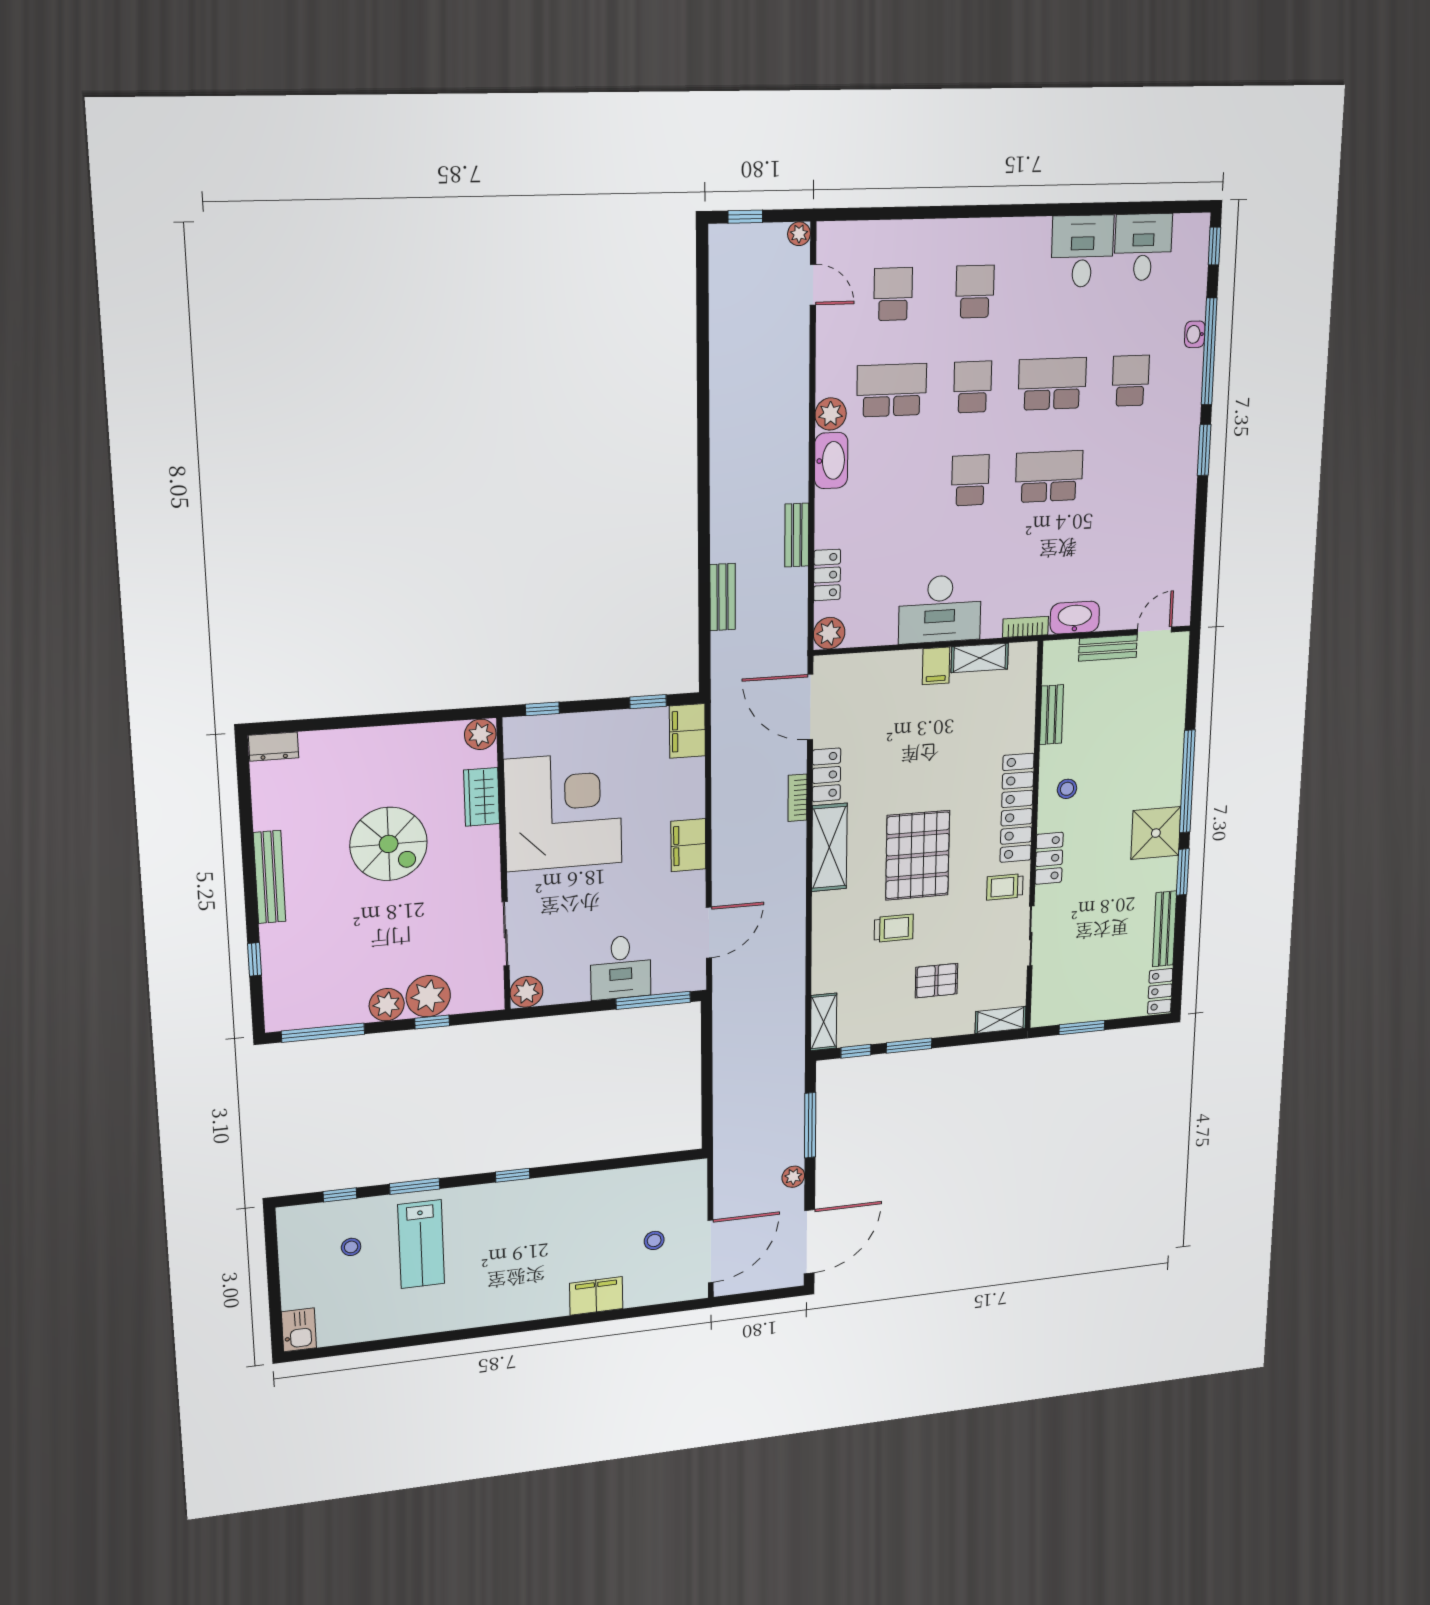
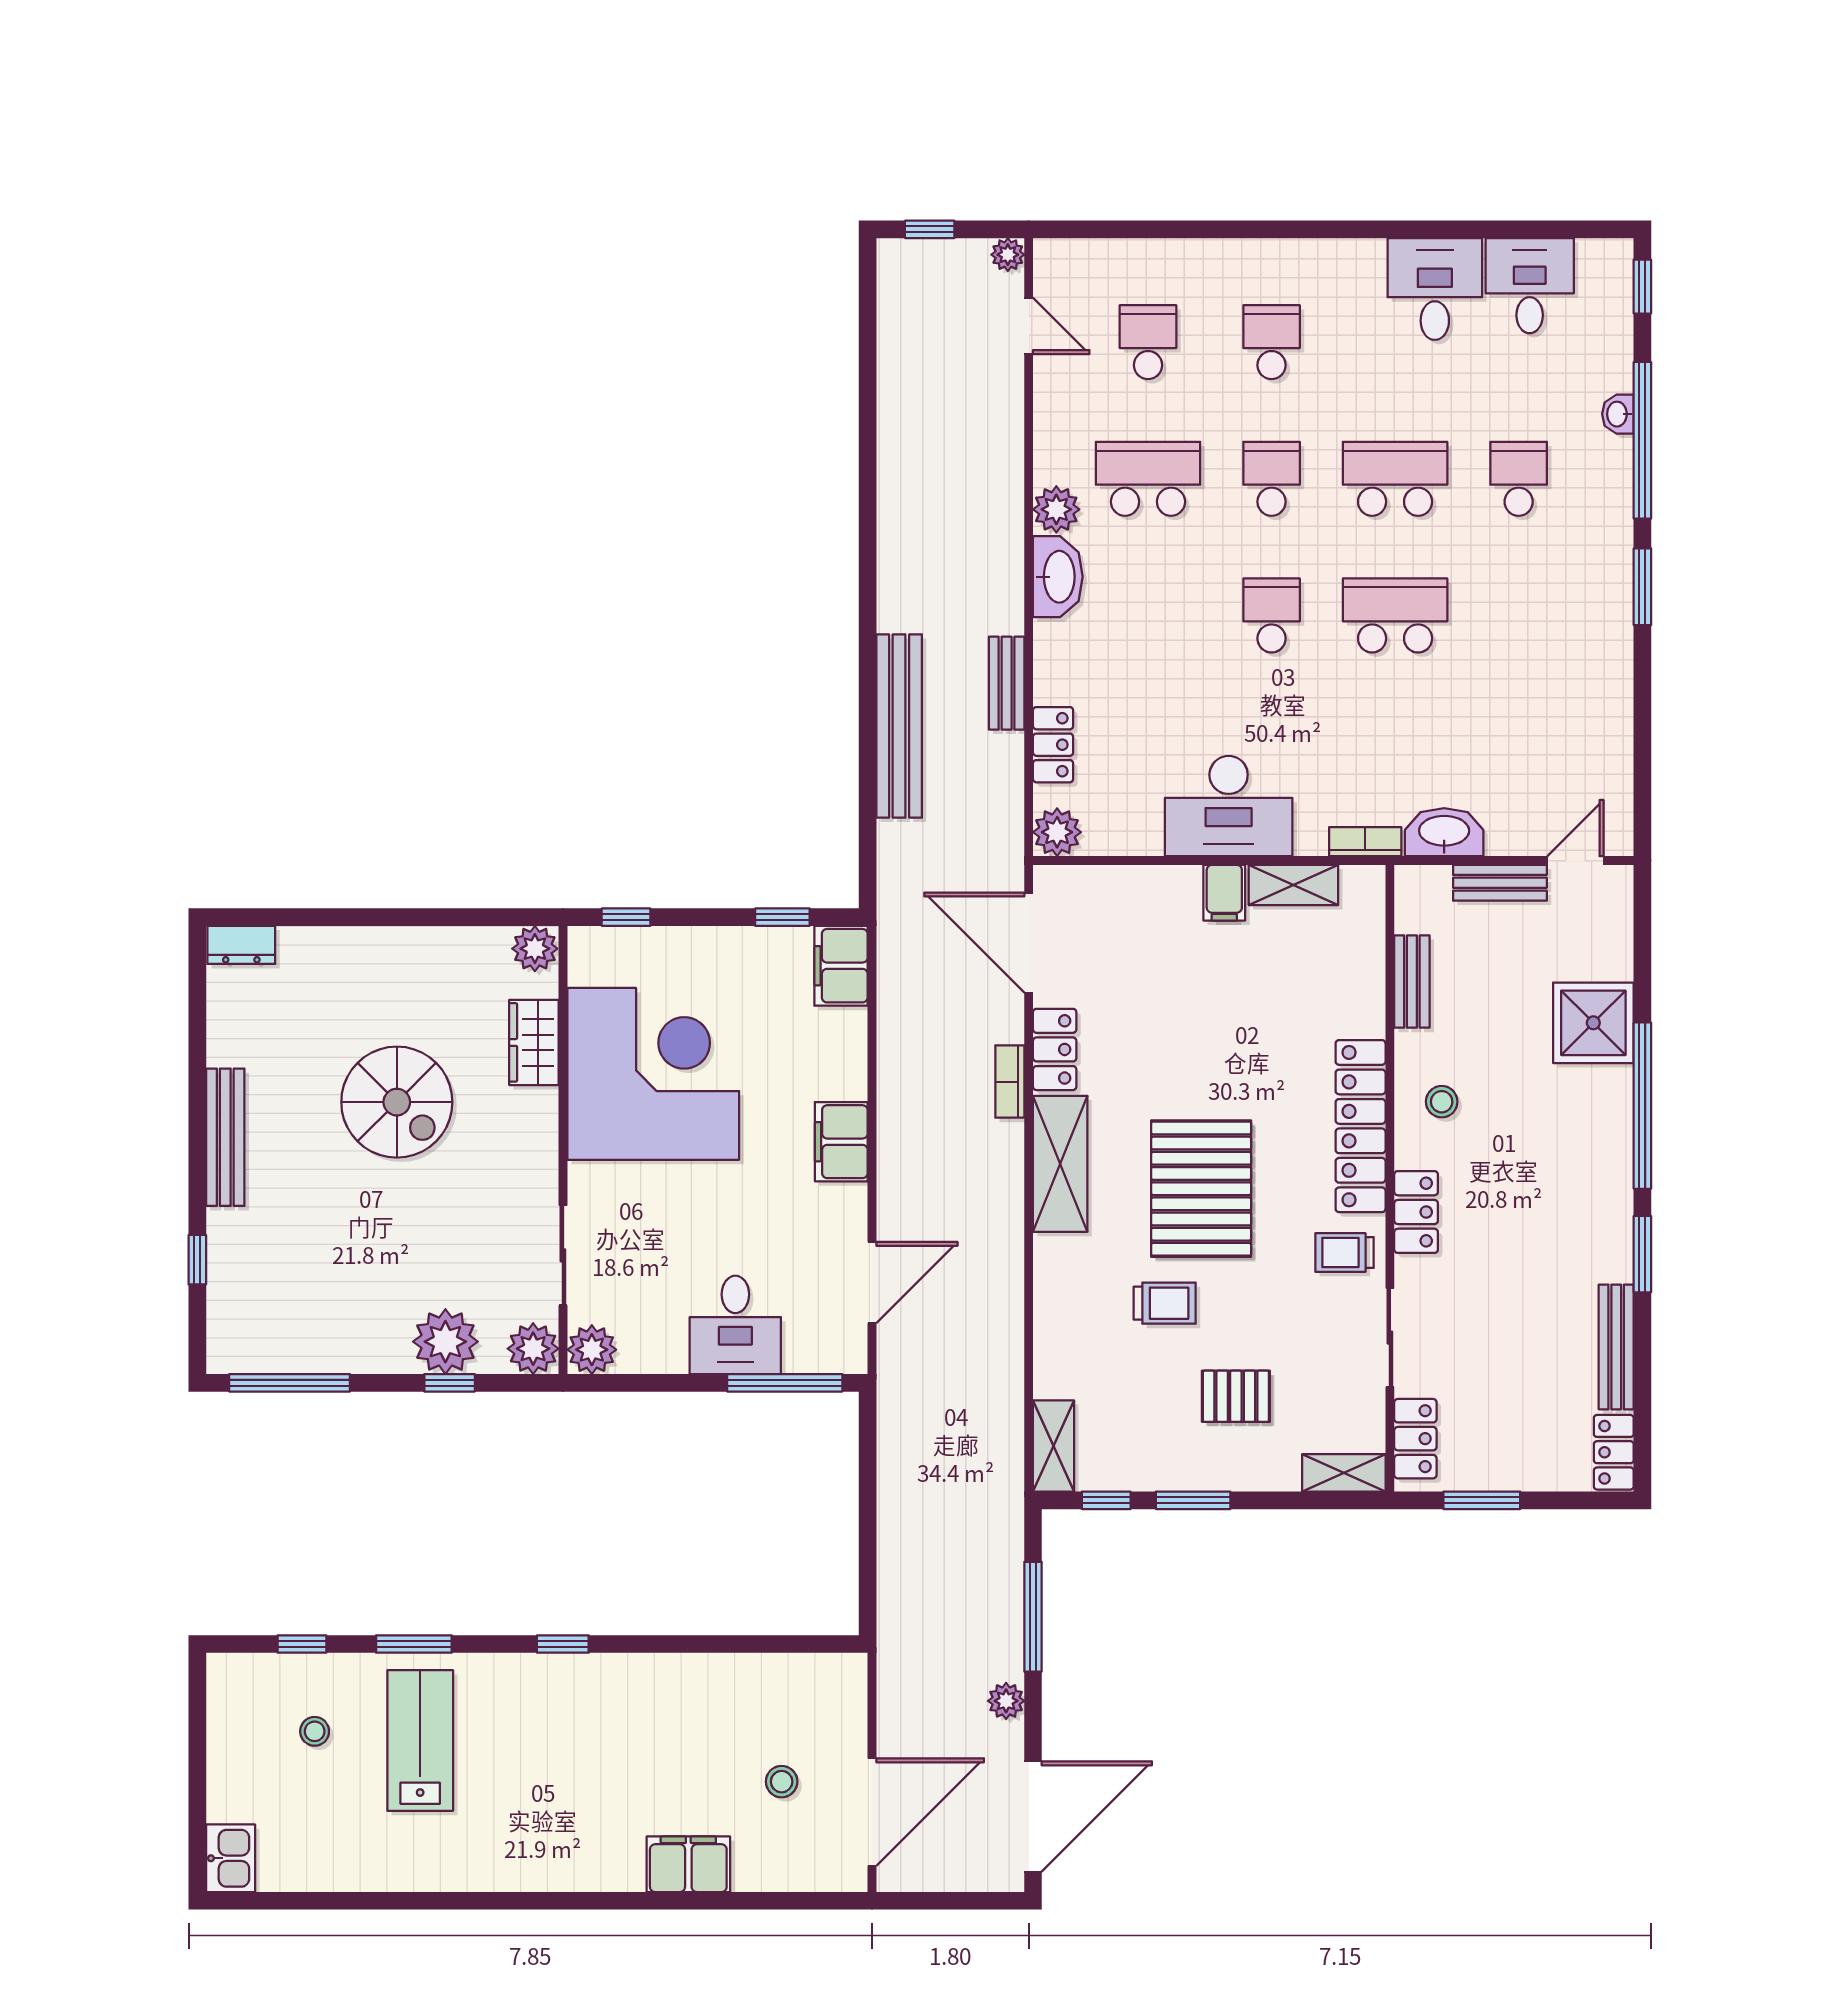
bench: (723, 597) -> (899, 726), width x1.86, depth x1.21
shower: (1156, 833) -> (1593, 1023), moved
locker: (1044, 995) -> (1415, 1439), added
plant: (387, 1005) -> (533, 1349), moved
lab bench: (421, 1244) -> (420, 1740), turned 180

